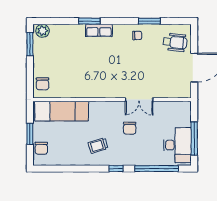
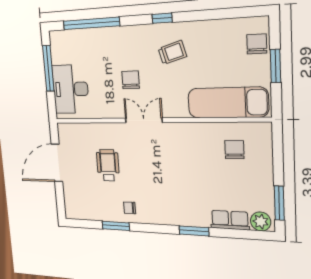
row of seats: (99, 30) -> (230, 220), moved
wheelchair: (175, 42) -> (108, 165), moved, turned 84
chair: (42, 84) -> (234, 150), moved
double door: (139, 100) -> (144, 120), moved
desk: (177, 145) -> (71, 89), moved
window: (116, 169) -> (162, 18), moved

